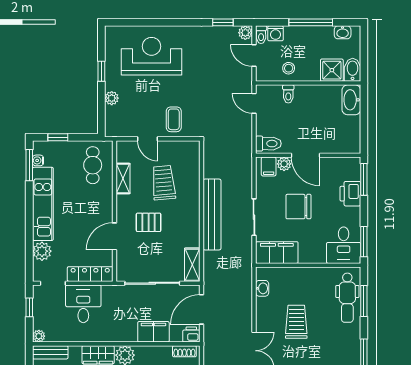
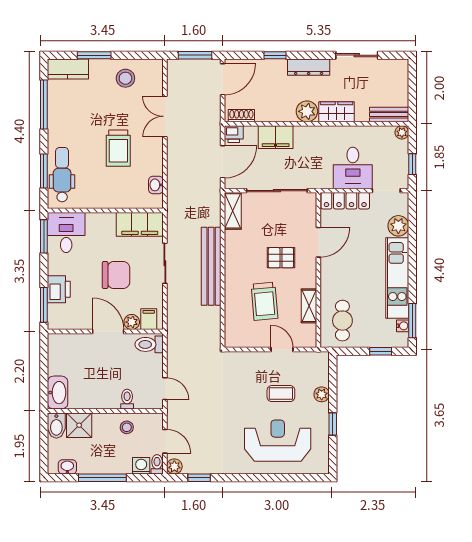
reception desk: (152, 56) -> (278, 441), turned 180
coffee table: (174, 119) -> (281, 394), moved, turned 90

